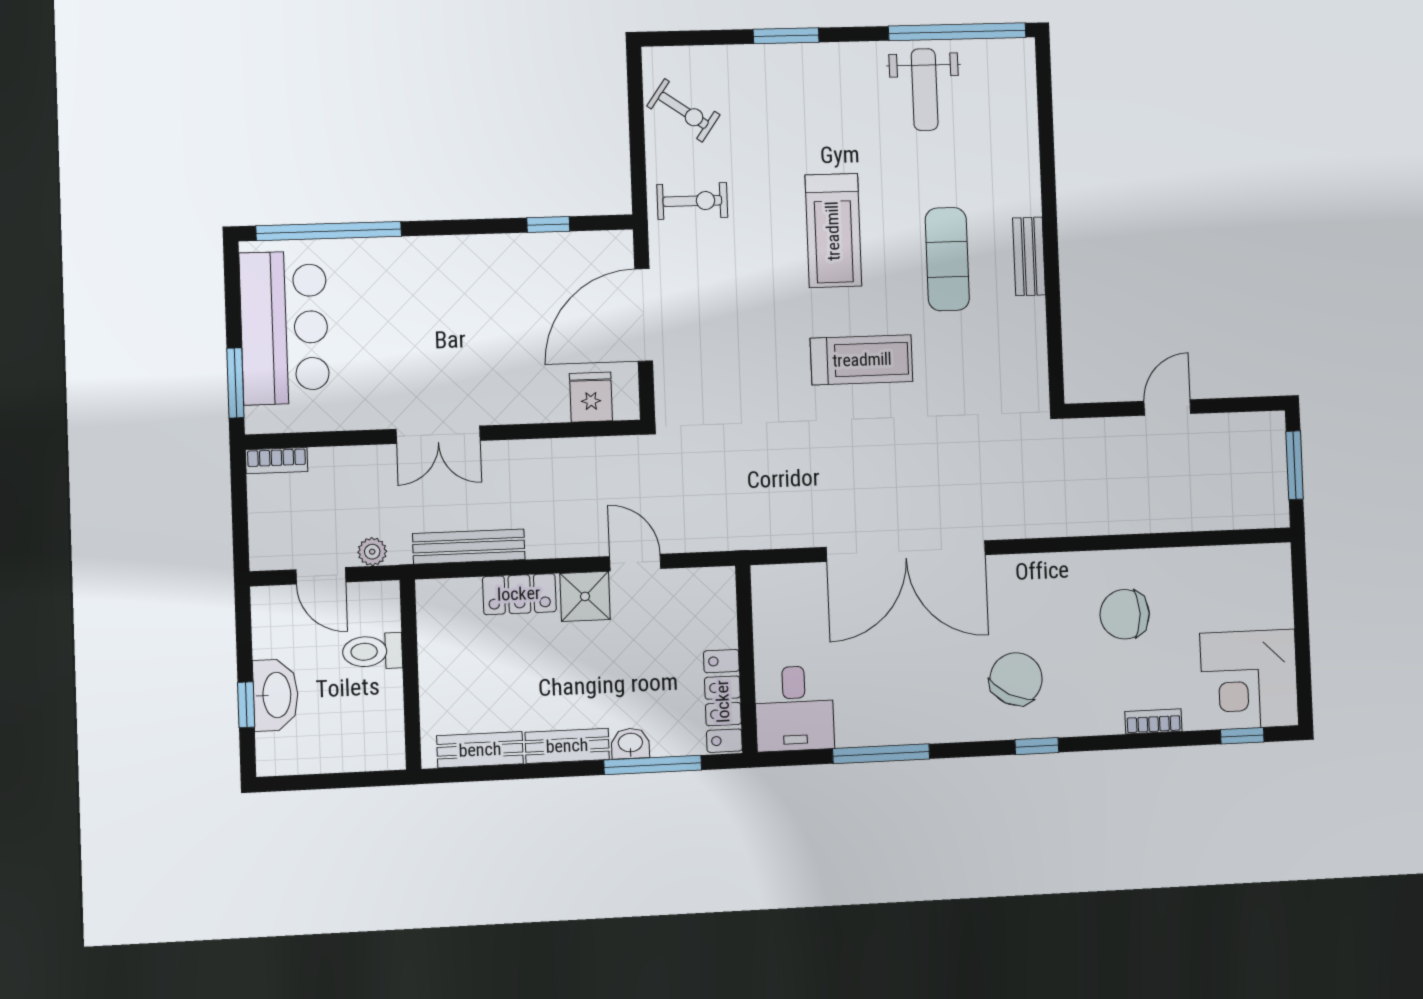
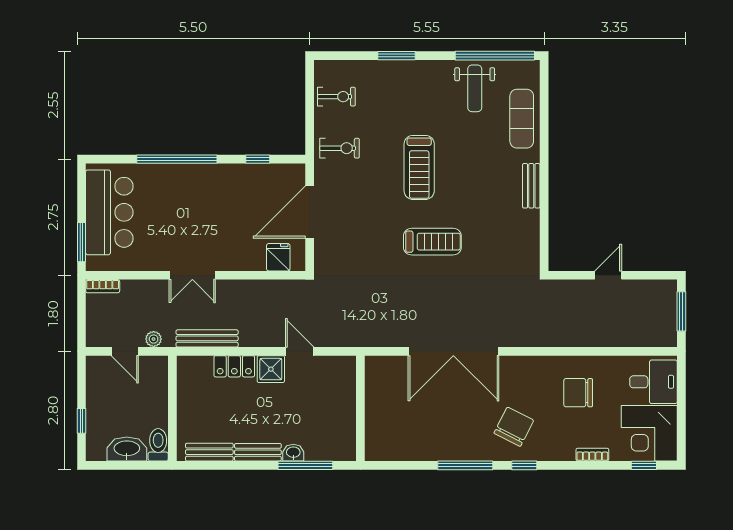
exercise bike: (683, 110) -> (336, 97), turned -35
window: (329, 231) -> (177, 159), moved
exercise mat: (947, 259) -> (522, 119), moved
toilet: (372, 651) -> (158, 445), moved, turned 90
washbasin: (276, 695) -> (127, 449), moved, turned -90
locker: (723, 701) -> (346, 431), removed
desk: (794, 709) -> (653, 382), moved, turned -90
window: (881, 754) -> (465, 465), moved

